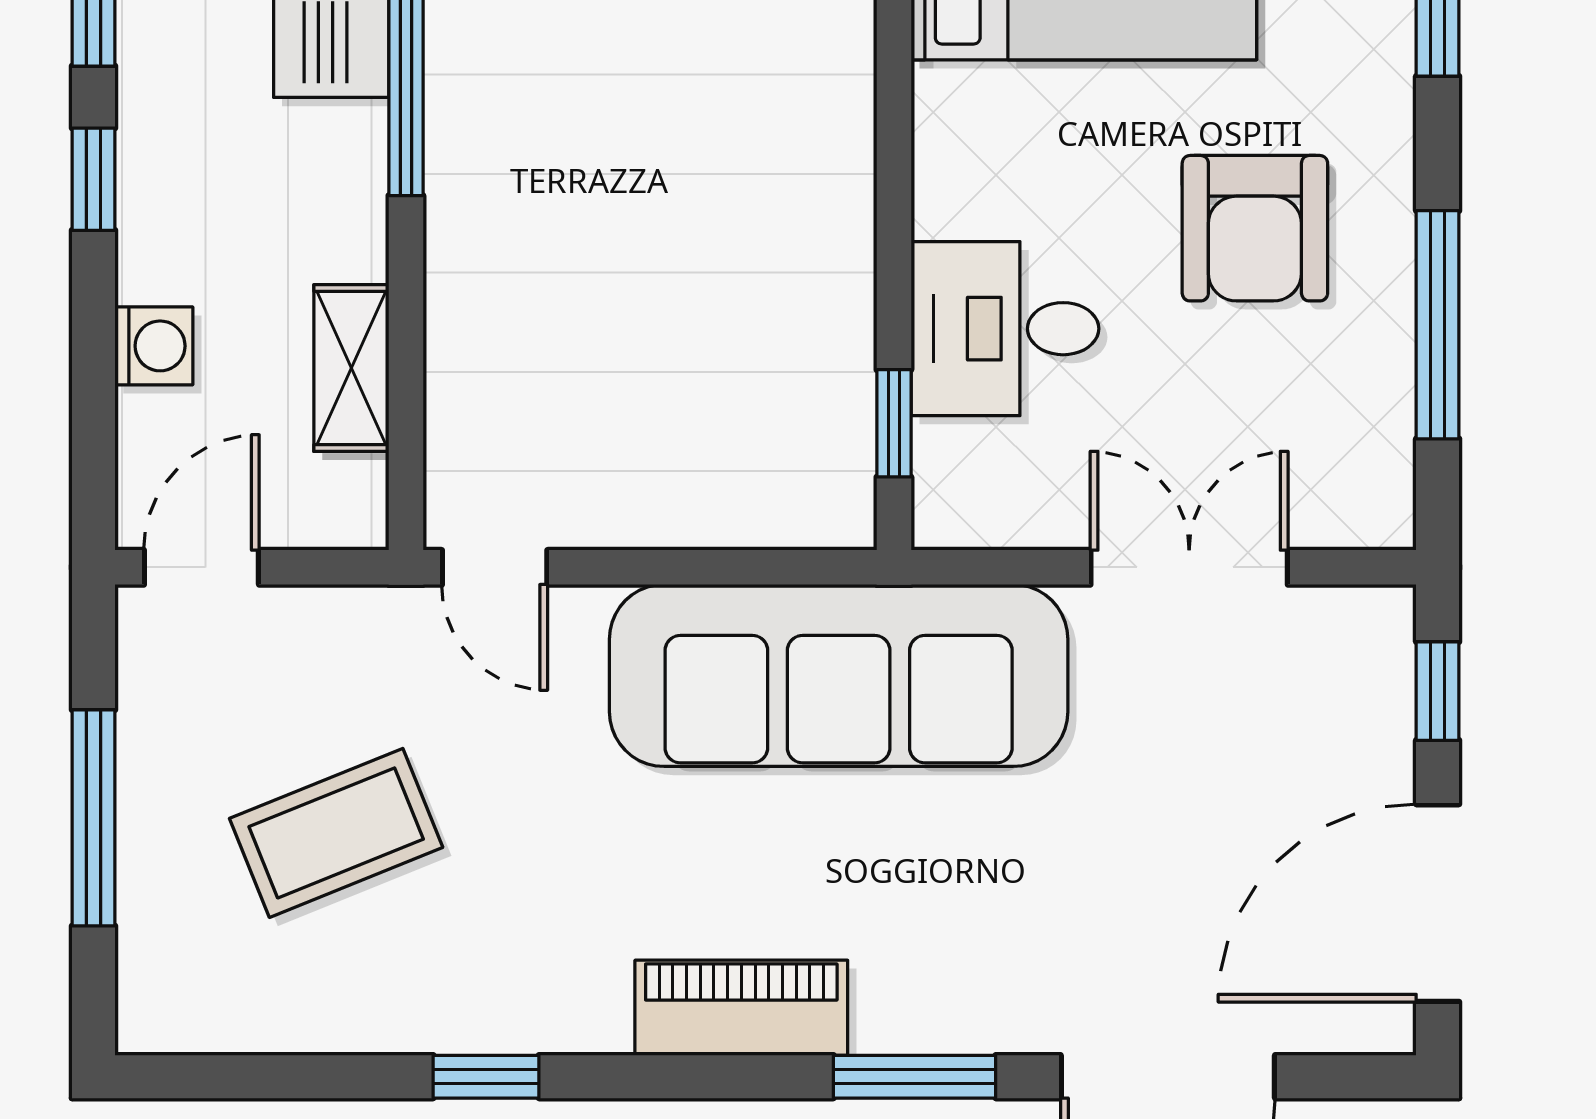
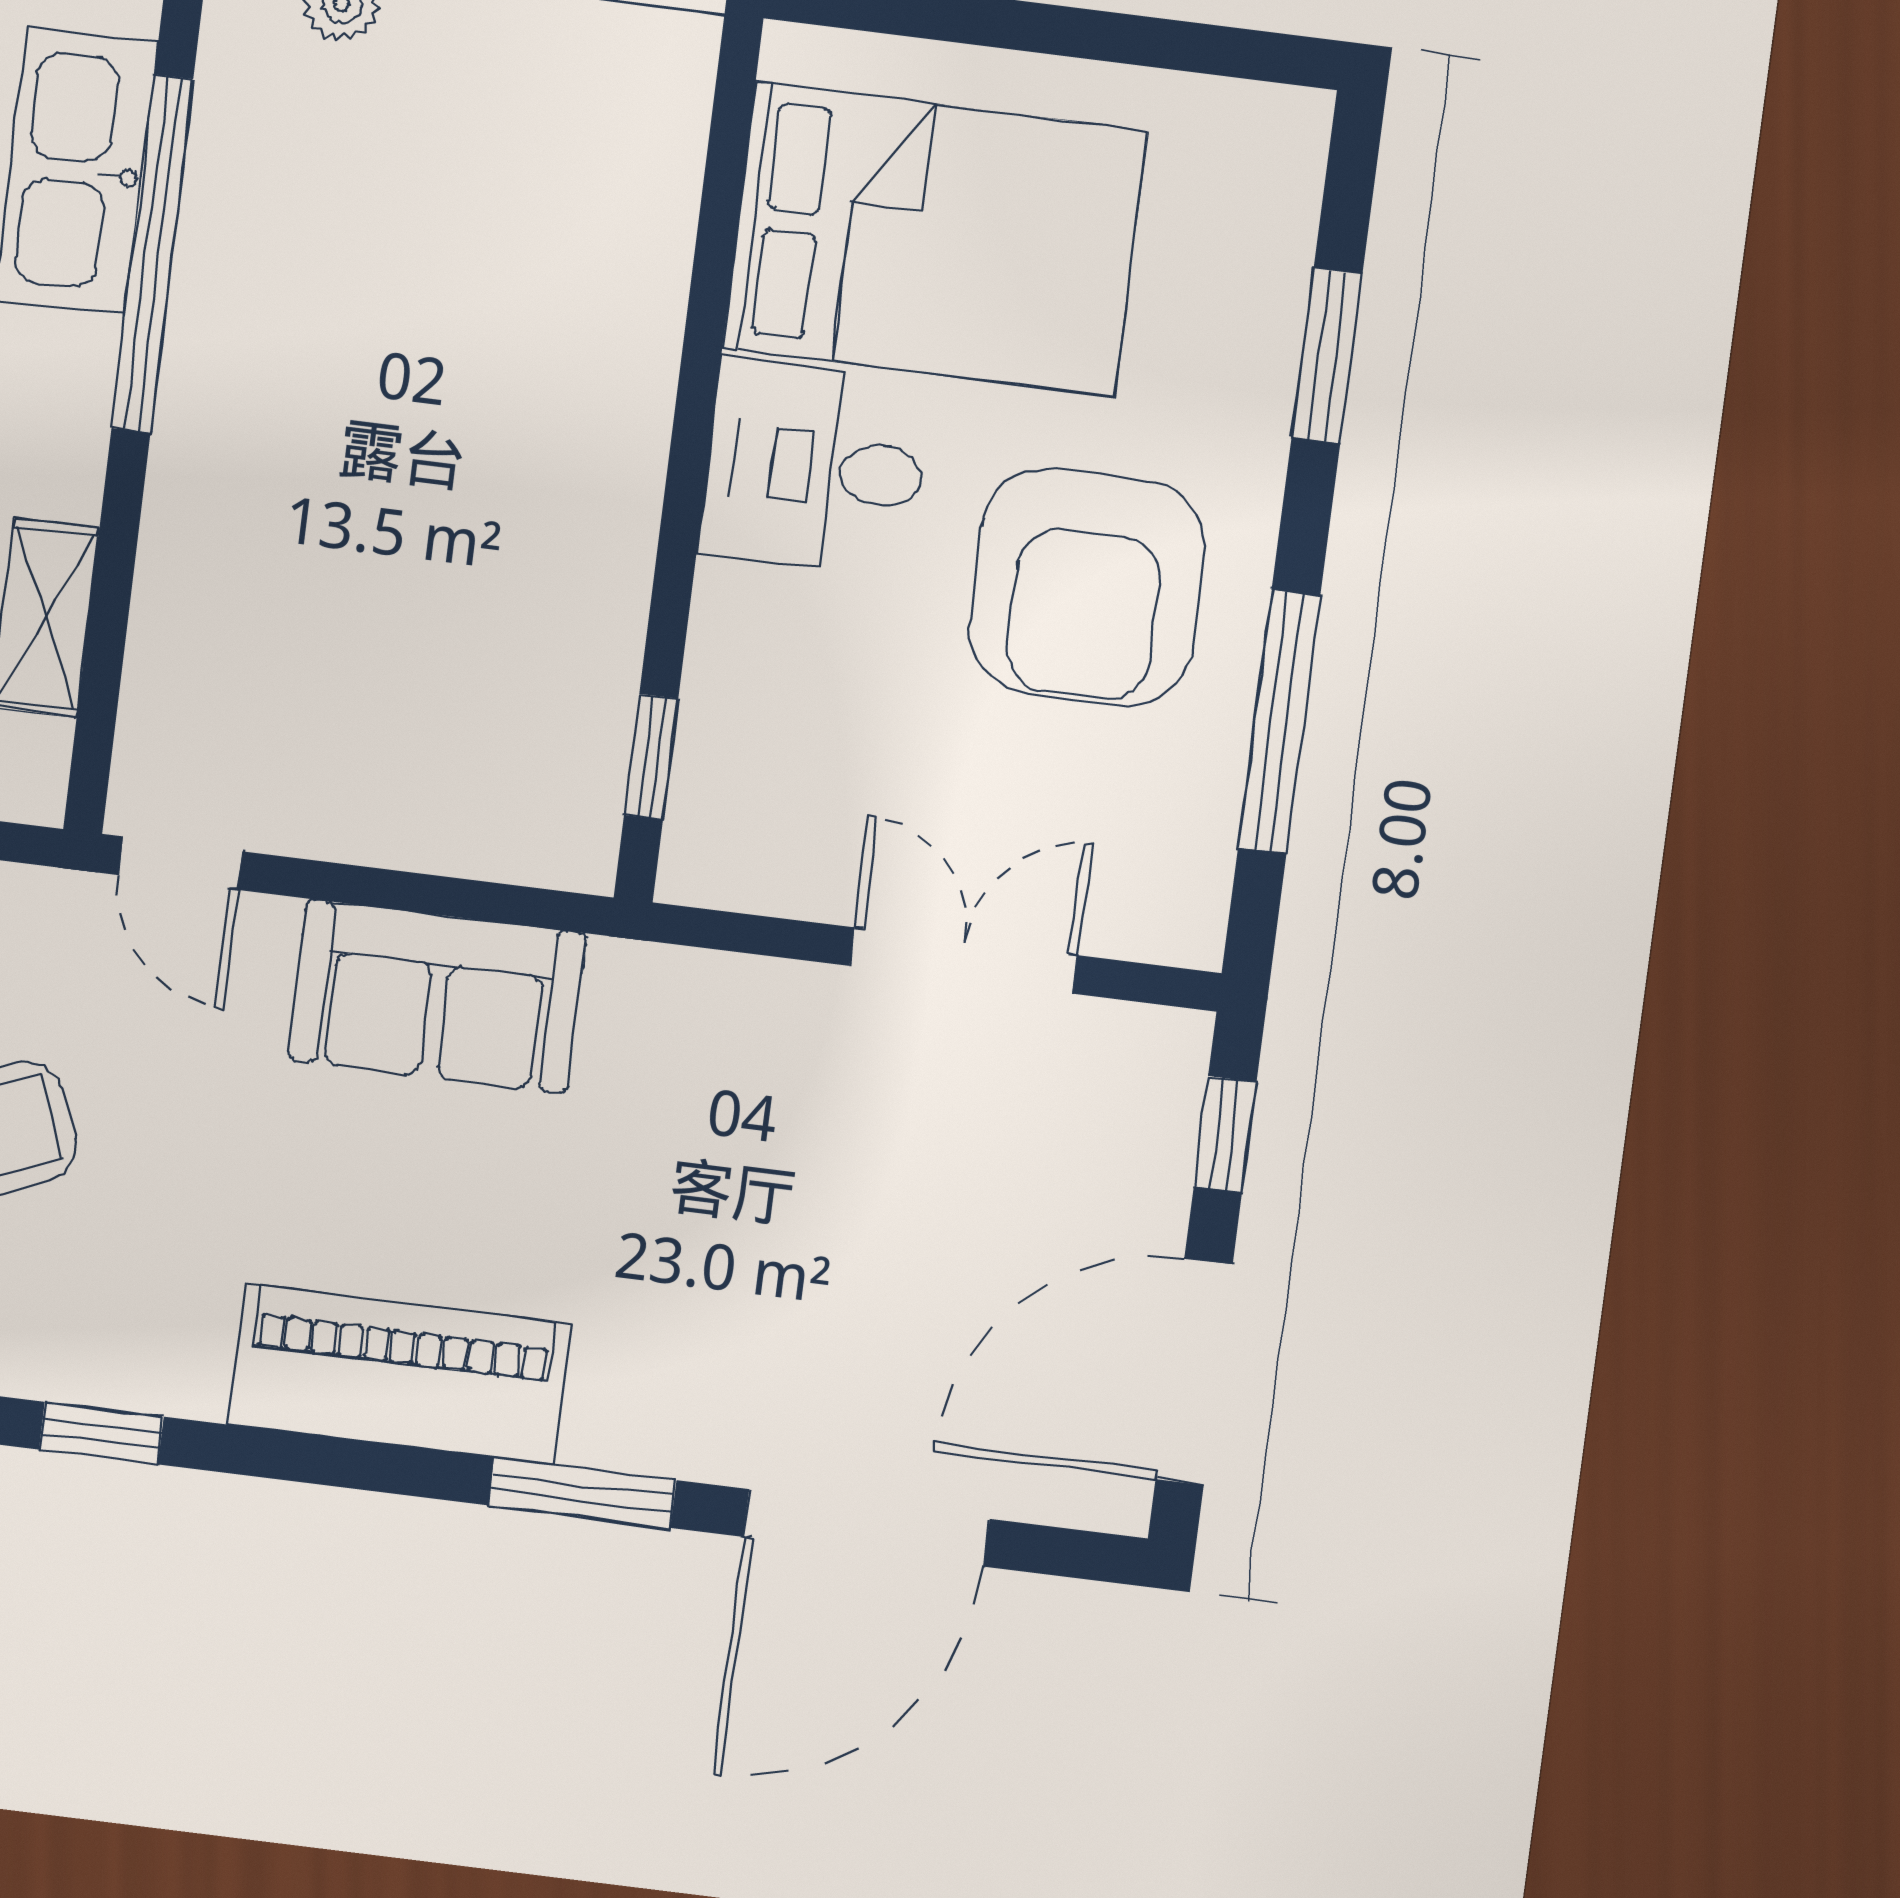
armchair: (1255, 228) -> (1087, 587), width x1.36, depth x1.36
desk: (1005, 329) -> (815, 467), moved
sofa: (839, 675) -> (437, 997), width x0.54, depth x0.79
piano: (741, 1008) -> (400, 1374), width x1.37, depth x1.33

